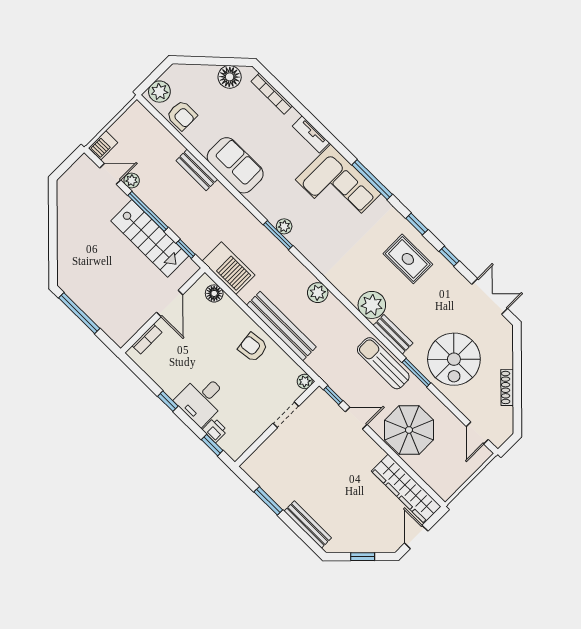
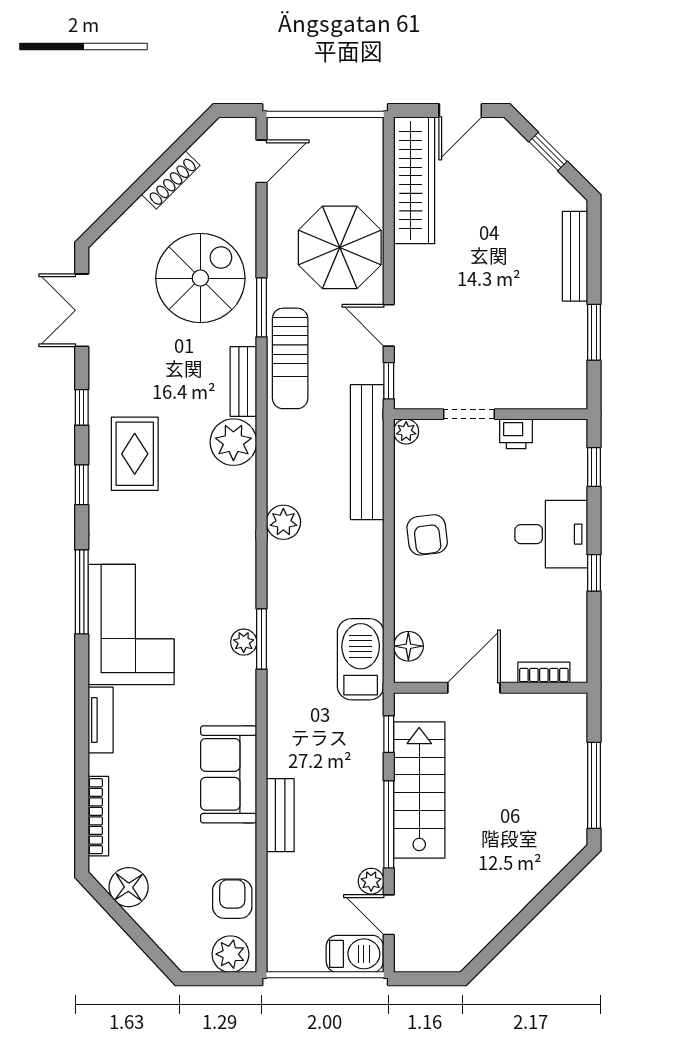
barbecue: (103, 145) -> (355, 954), width x1.38, depth x1.27
bench: (281, 326) -> (367, 452), moved
printer: (215, 430) -> (516, 434), moved, turned -90

